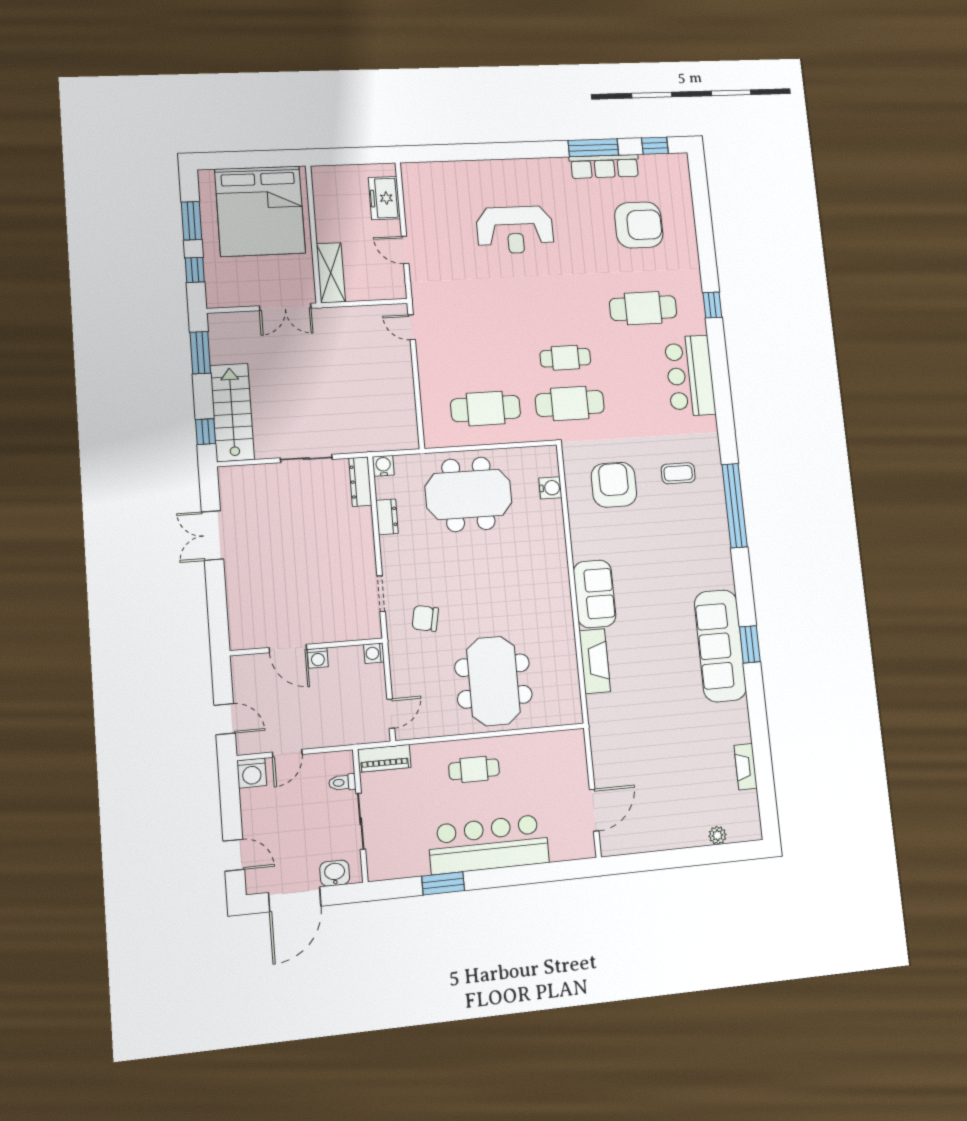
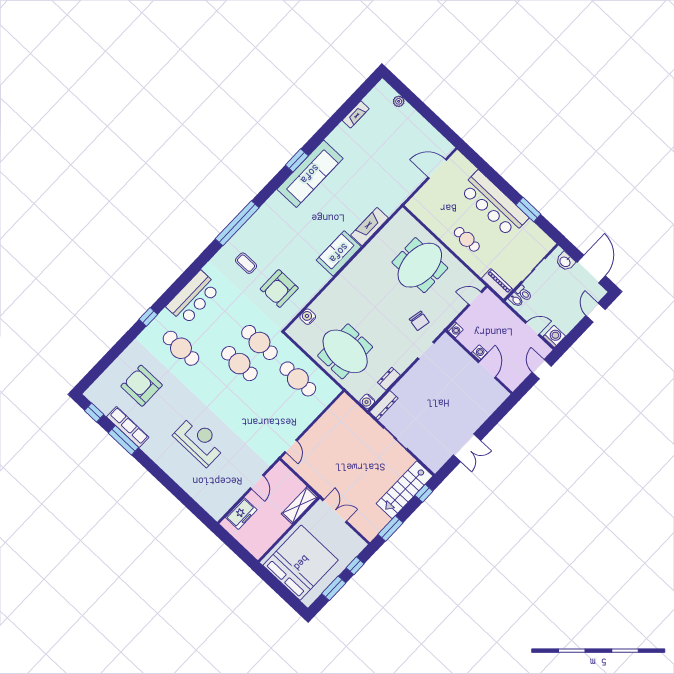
cafe table: (565, 358) -> (239, 364), width x1.37, depth x1.35
bidet: (343, 765) -> (516, 300), added
door: (295, 899) -> (591, 269), hinge flipped

